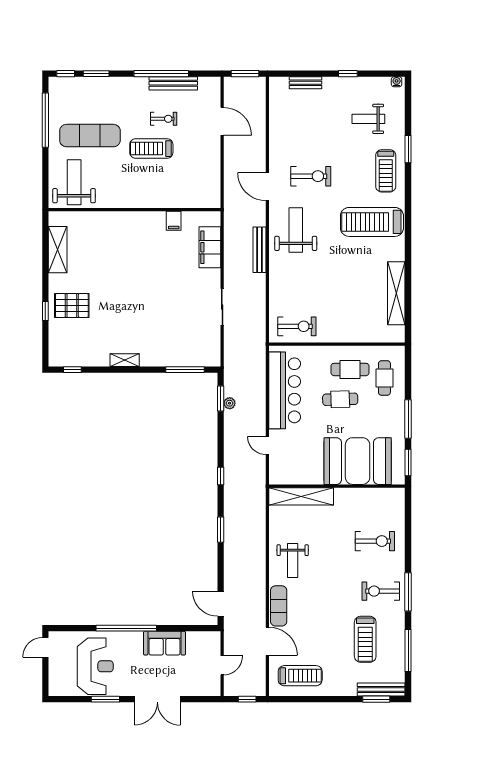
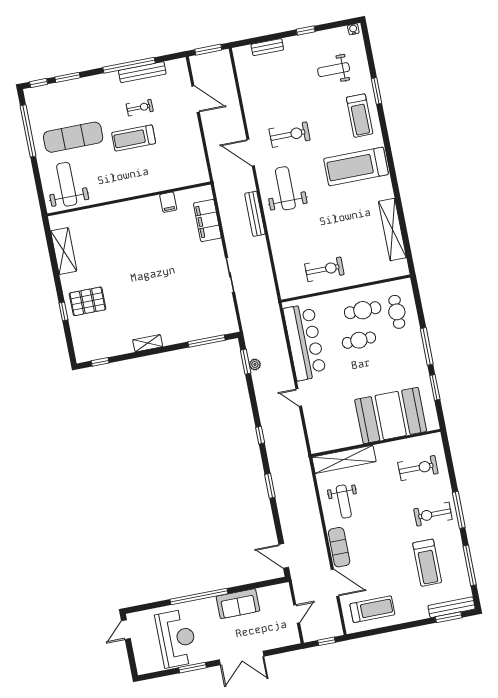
exercise bike: (297, 326) -> (324, 269), moved
booth: (358, 461) -> (391, 415), moved
wall: (337, 486) -> (376, 443), moved
shelving: (301, 496) -> (344, 459), moved

